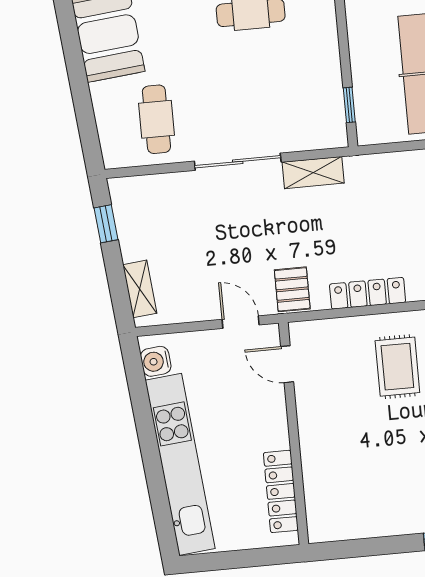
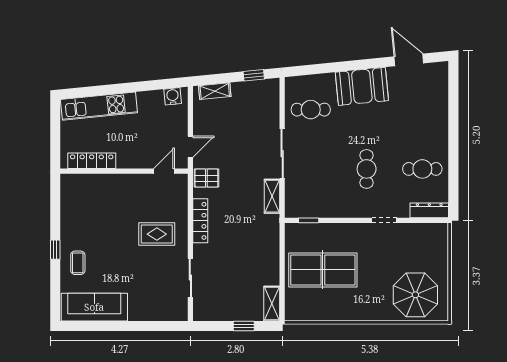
kitchen unit: (180, 464) -> (99, 106), width x0.73

